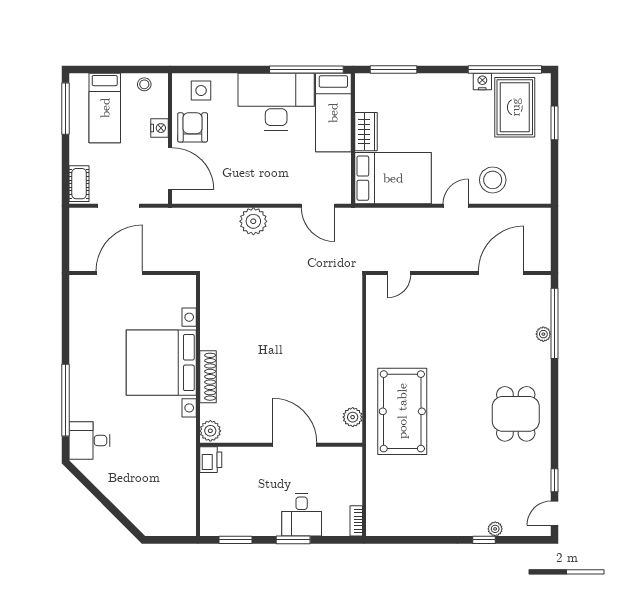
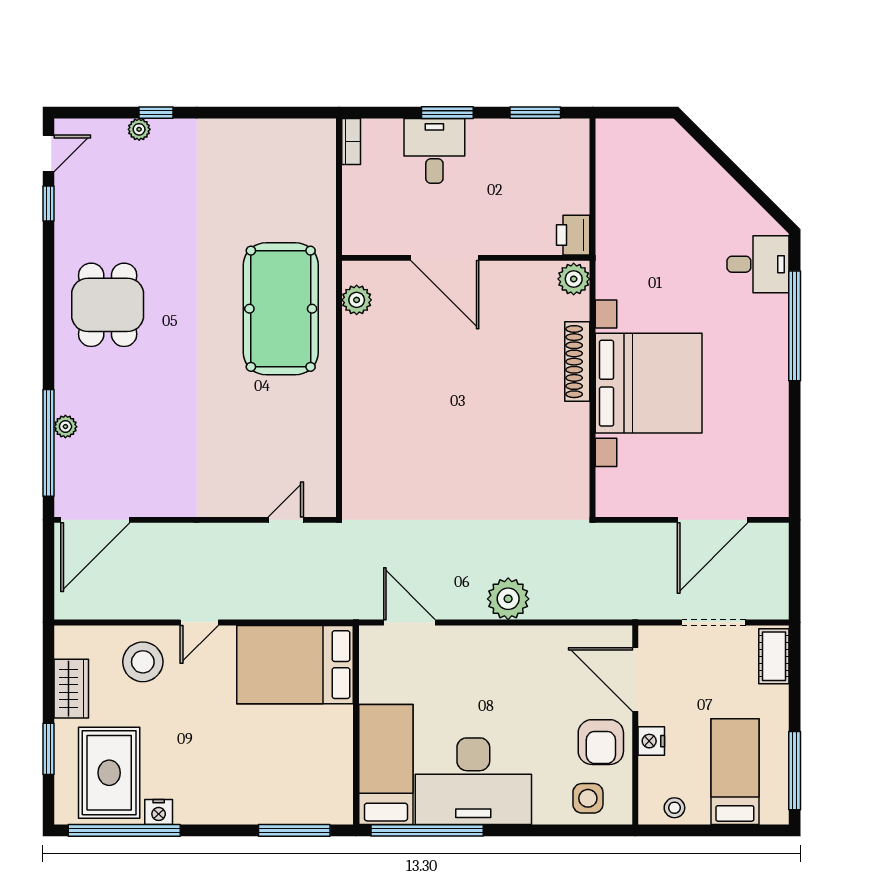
wardrobe: (366, 132) -> (71, 689), moved, turned 180
door: (501, 273) -> (95, 520), moved

